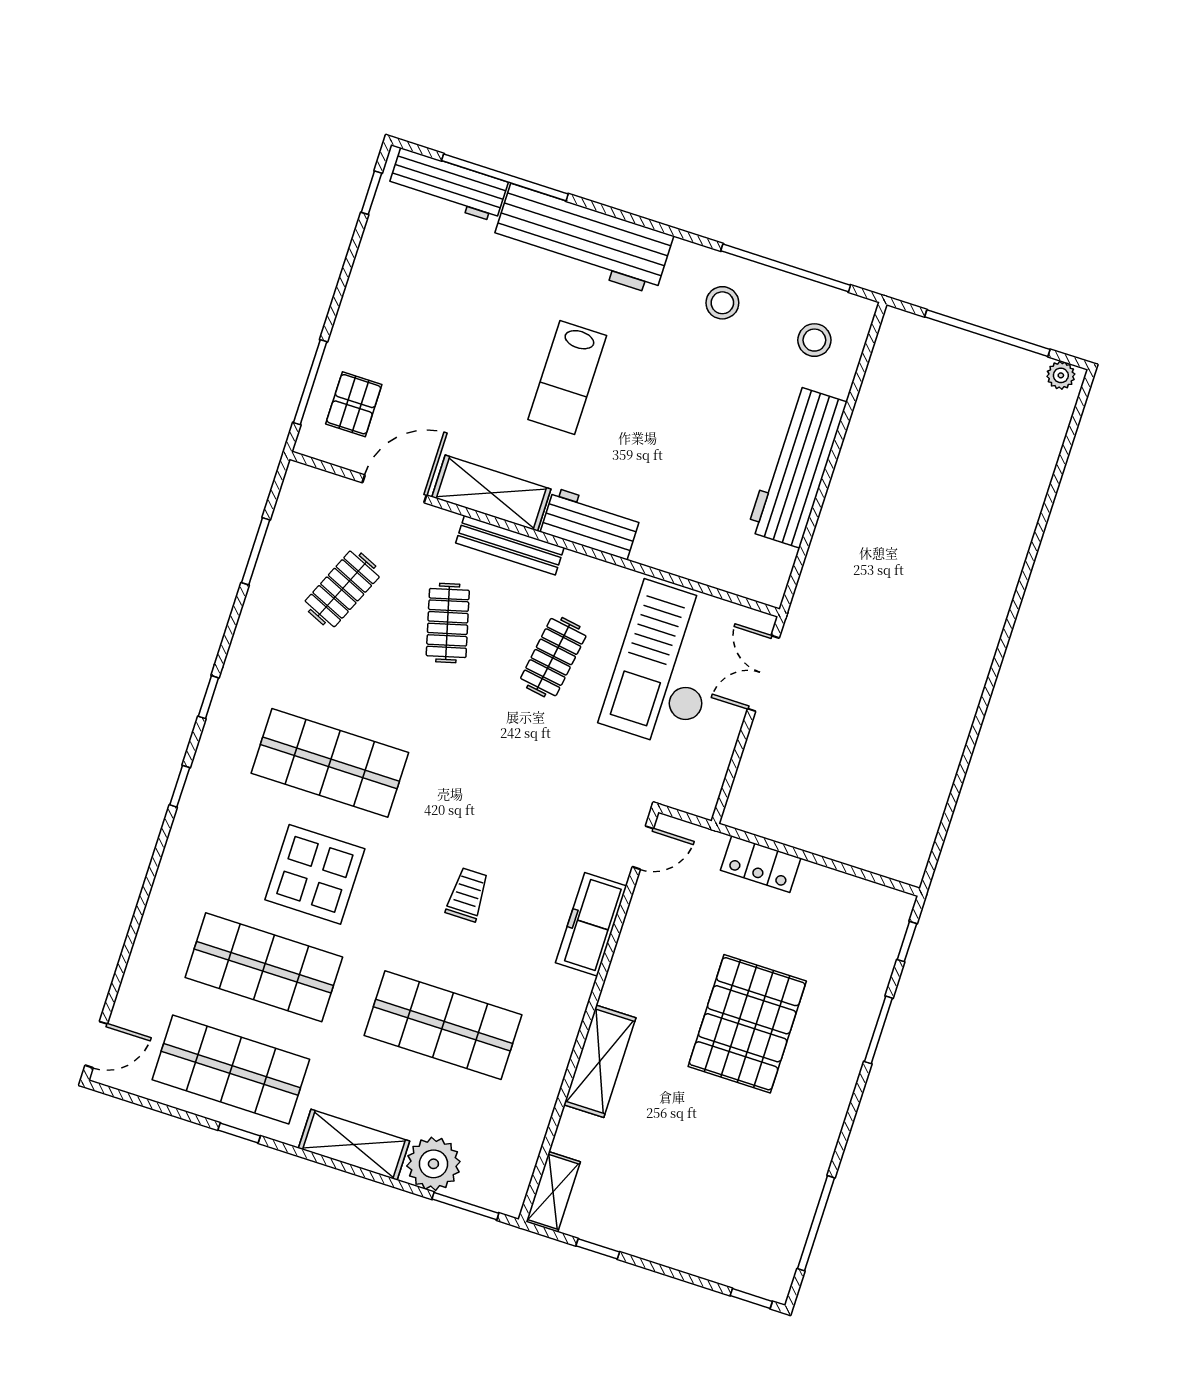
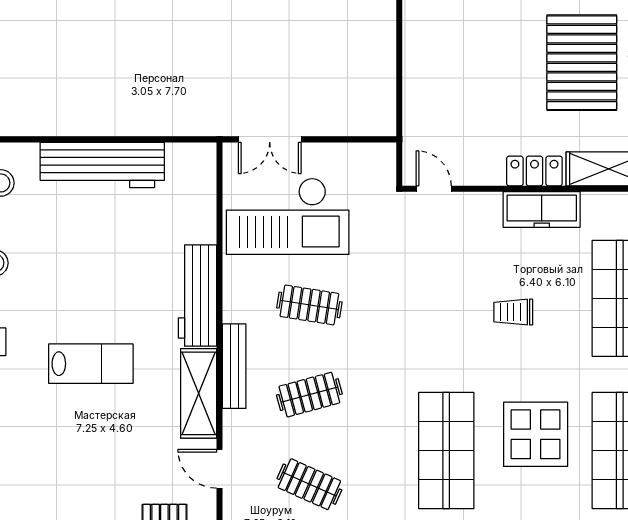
door: (395, 489) -> (219, 469), width x0.73
workbench: (591, 524) -> (197, 296), width x1.38
locker: (761, 864) -> (534, 171), moved, turned -90
freezer: (591, 924) -> (542, 209), moved
pallet: (747, 1024) -> (582, 63), moved, turned 90

